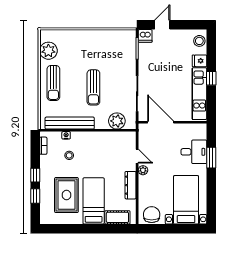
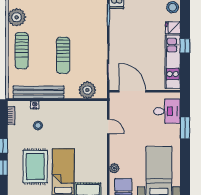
desk: (194, 152) -> (167, 111), moved
plant: (143, 170) -> (114, 168), moved
dresser: (131, 185) -> (101, 156), removed

